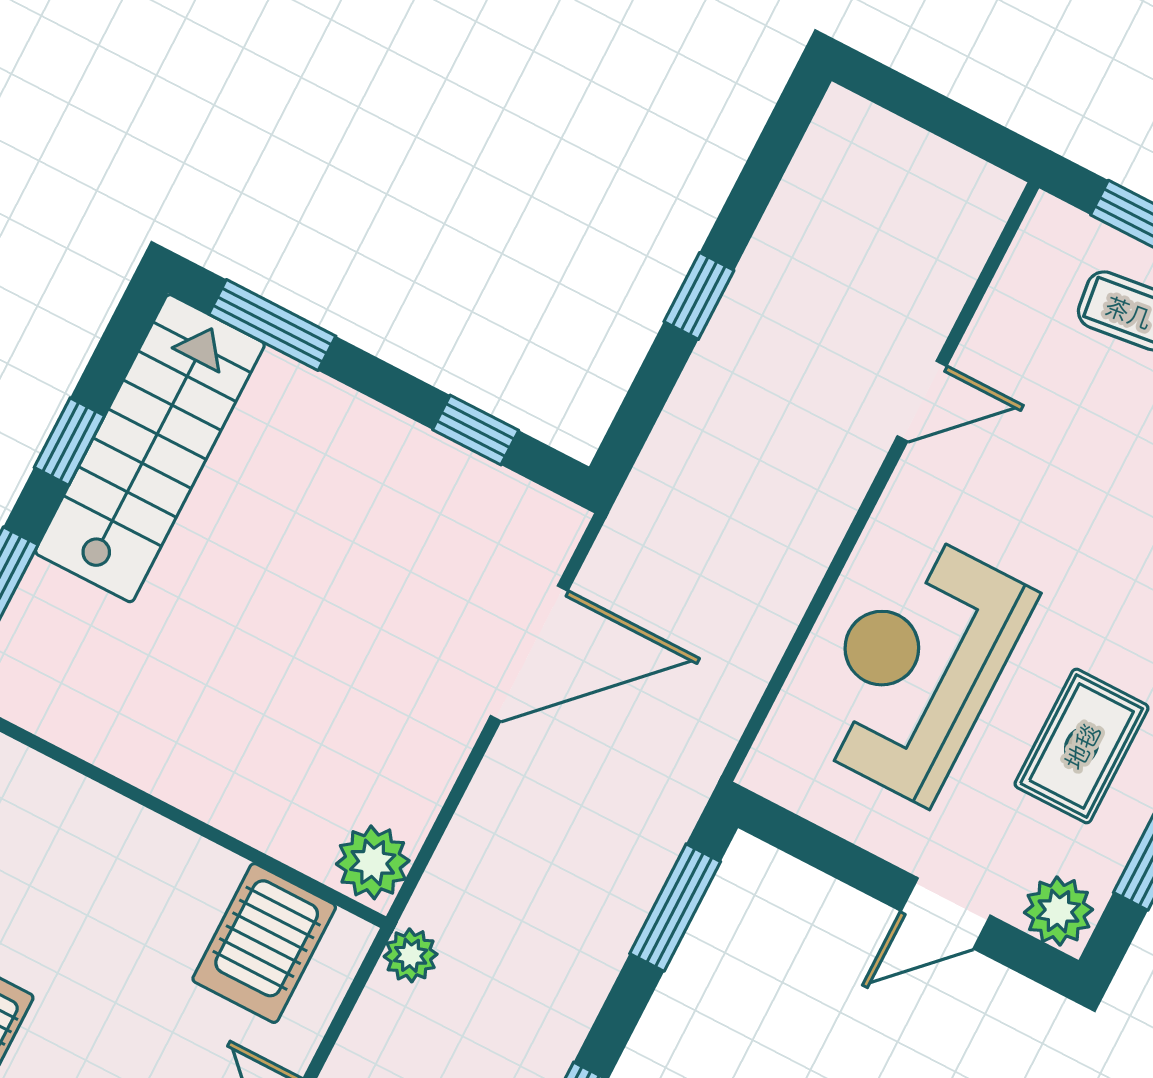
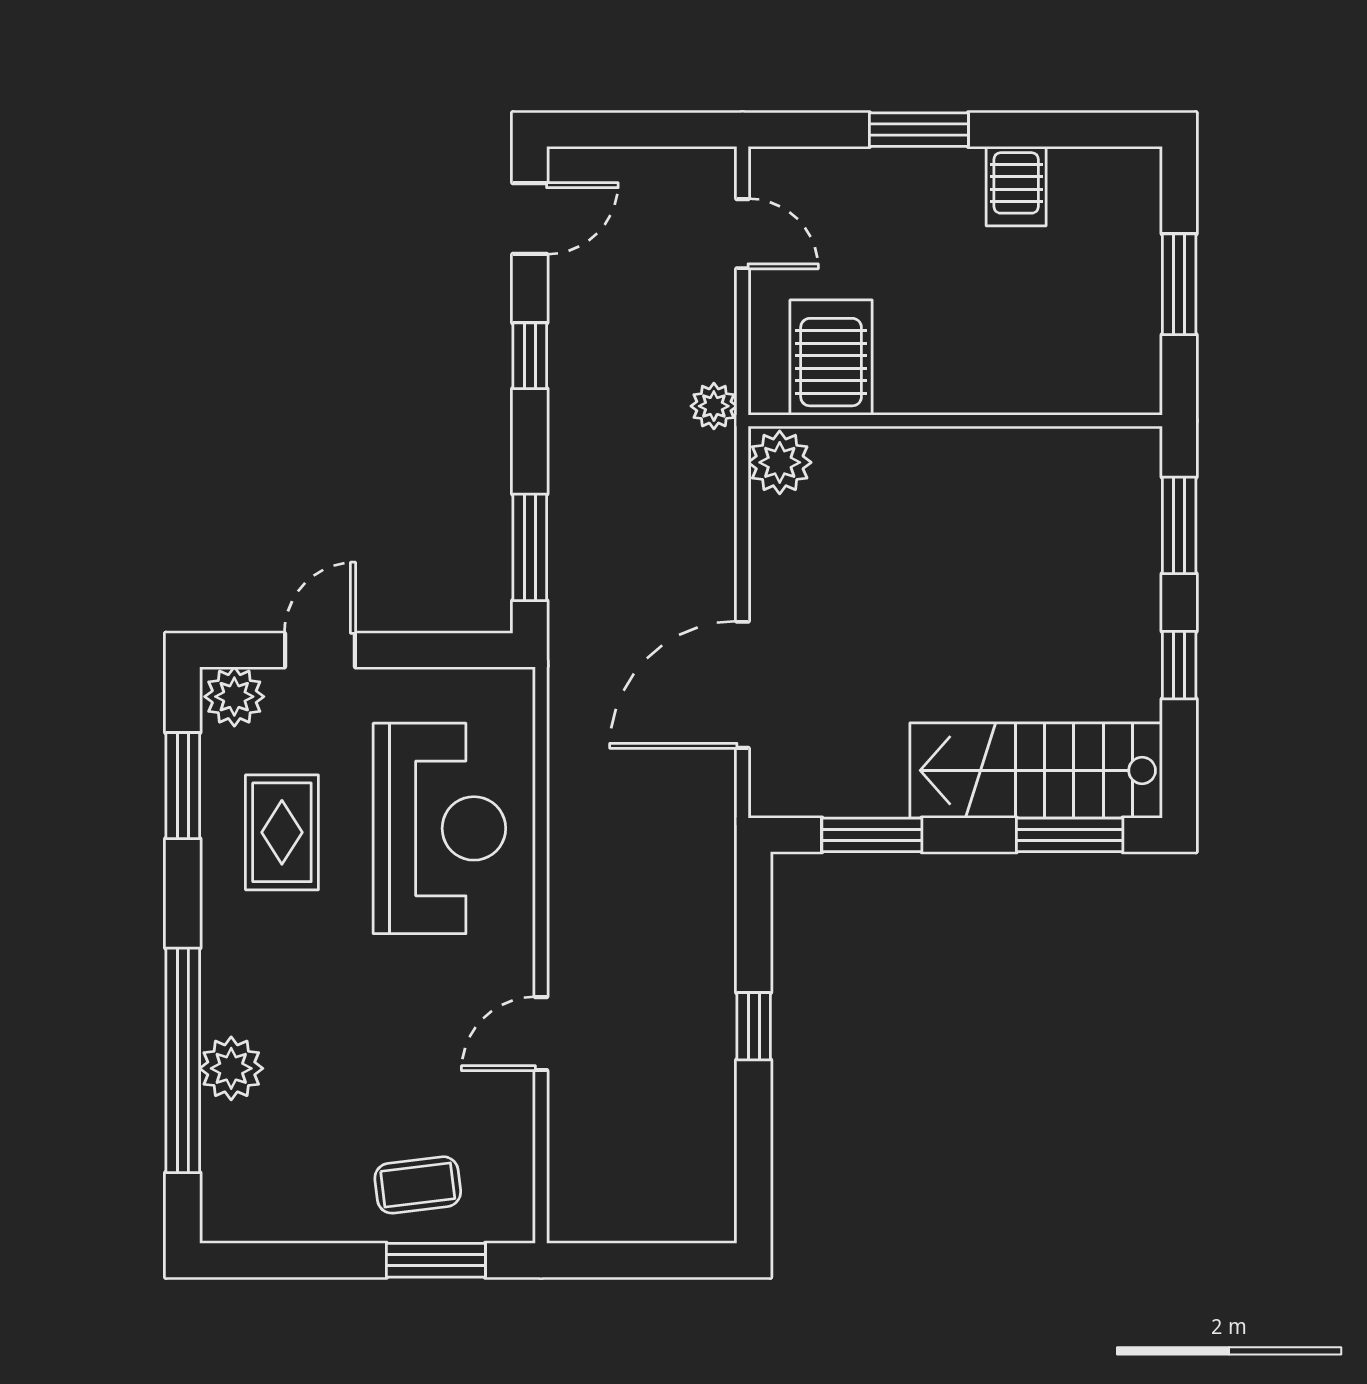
window: (476, 430) -> (872, 835), width x1.50
stairs: (150, 448) -> (1036, 770), moved, turned 90

